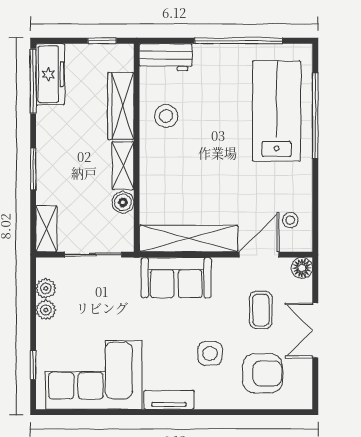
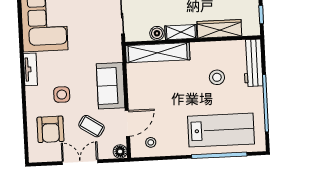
workbench: (166, 57) -> (253, 63), width x1.38
stool: (166, 116) -> (217, 77), moved
shelving: (189, 238) -> (158, 53), moved, turned 90
door: (259, 255) -> (127, 123), hinge flipped
sofa: (176, 278) -> (111, 86), moved
coffee table: (261, 310) -> (92, 126), turned 33

